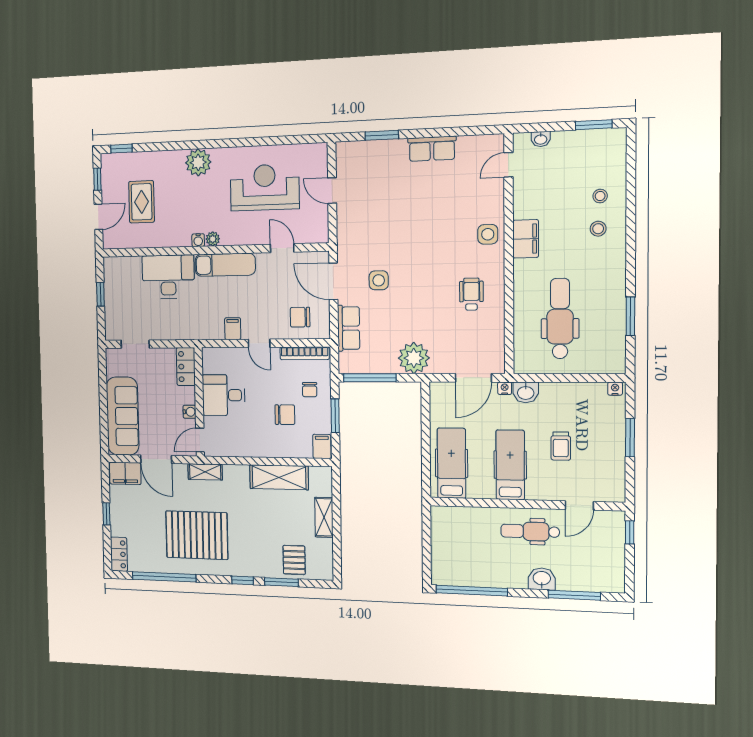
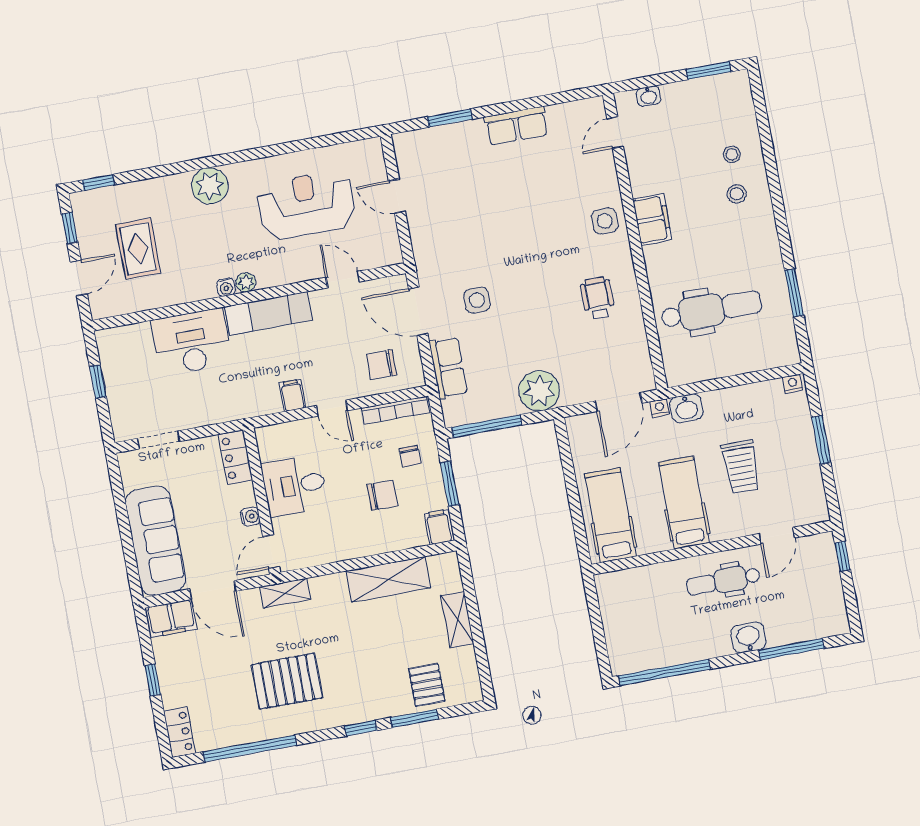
dental chair: (560, 319) -> (711, 310), turned 90
trolley: (561, 446) -> (741, 467), width x1.36, depth x1.39
pallet: (197, 535) -> (287, 681), width x0.73, depth x0.71

